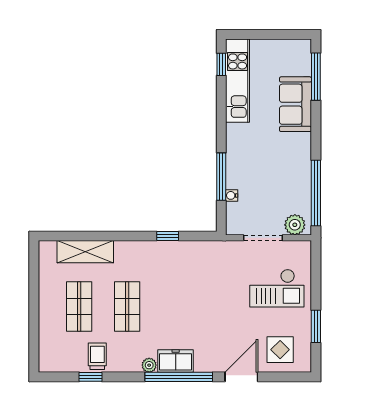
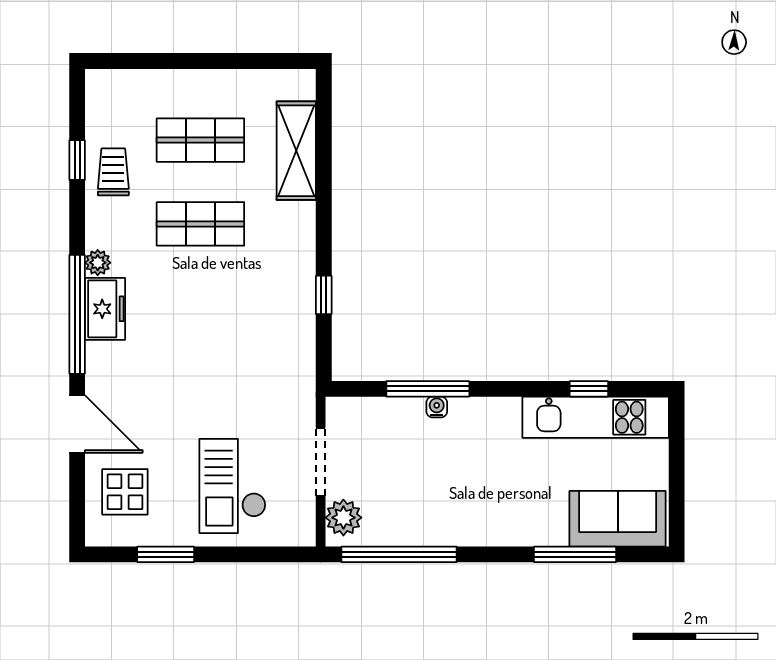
window: (221, 64) -> (589, 389), moved
window: (316, 77) -> (575, 554), moved
sofa: (295, 104) -> (618, 519), moved
water cooler: (232, 195) -> (437, 407), moved
trolley: (97, 356) -> (113, 172), turned -90

